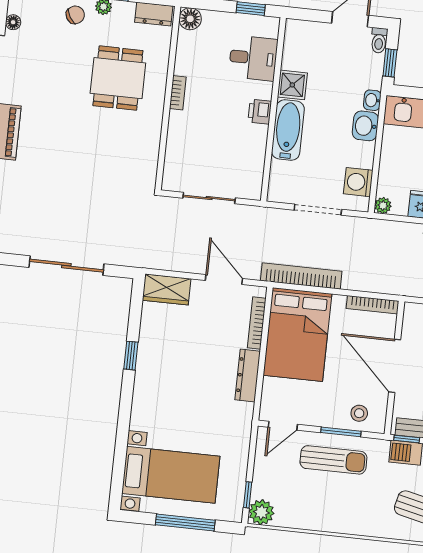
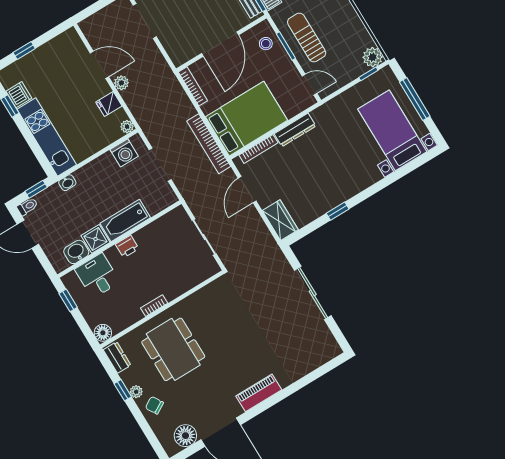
floor lamp: (13, 22) -> (185, 436), width x1.89, depth x1.89
dining table: (118, 78) -> (173, 349), width x1.38
washbasin: (365, 126) -> (76, 252), moved, turned 180

